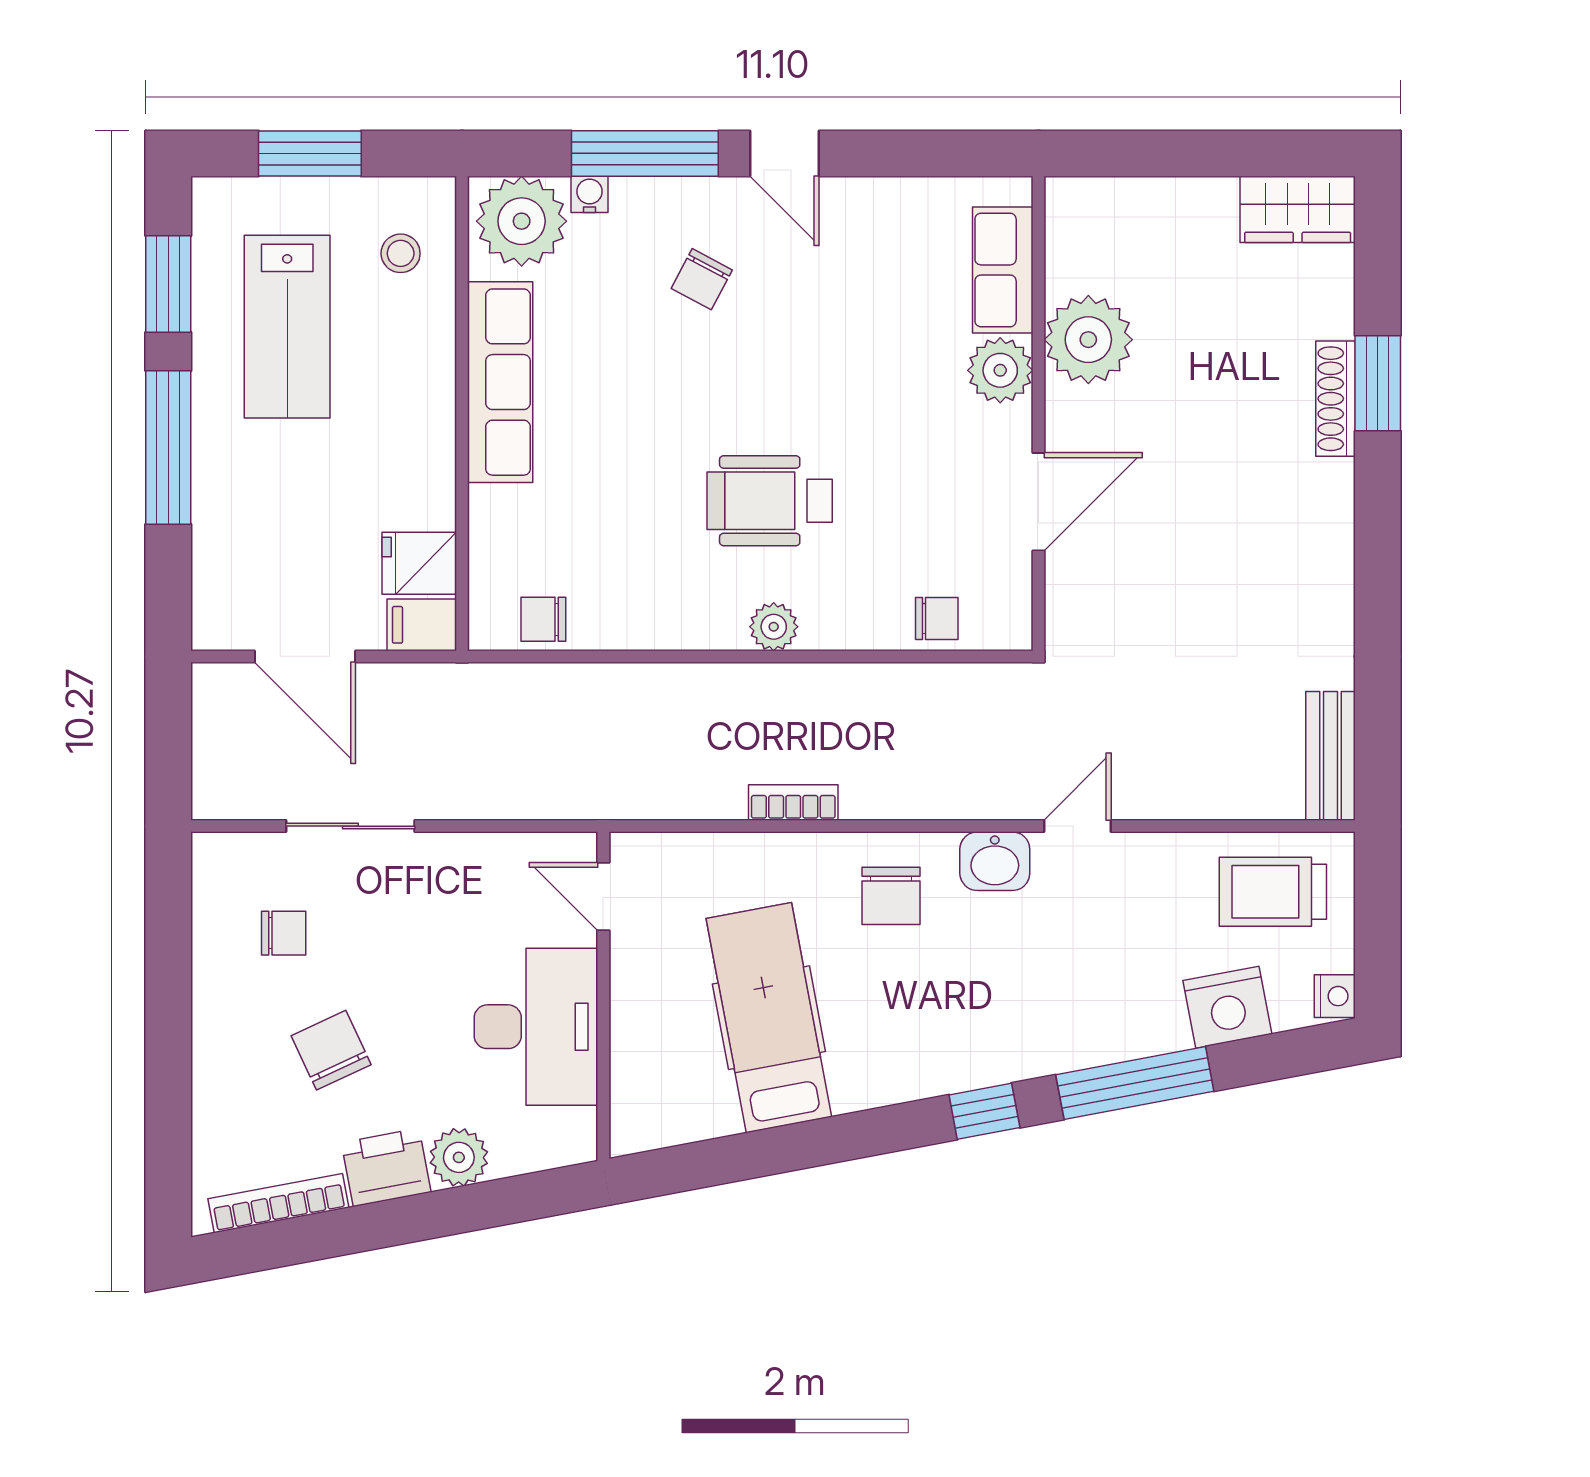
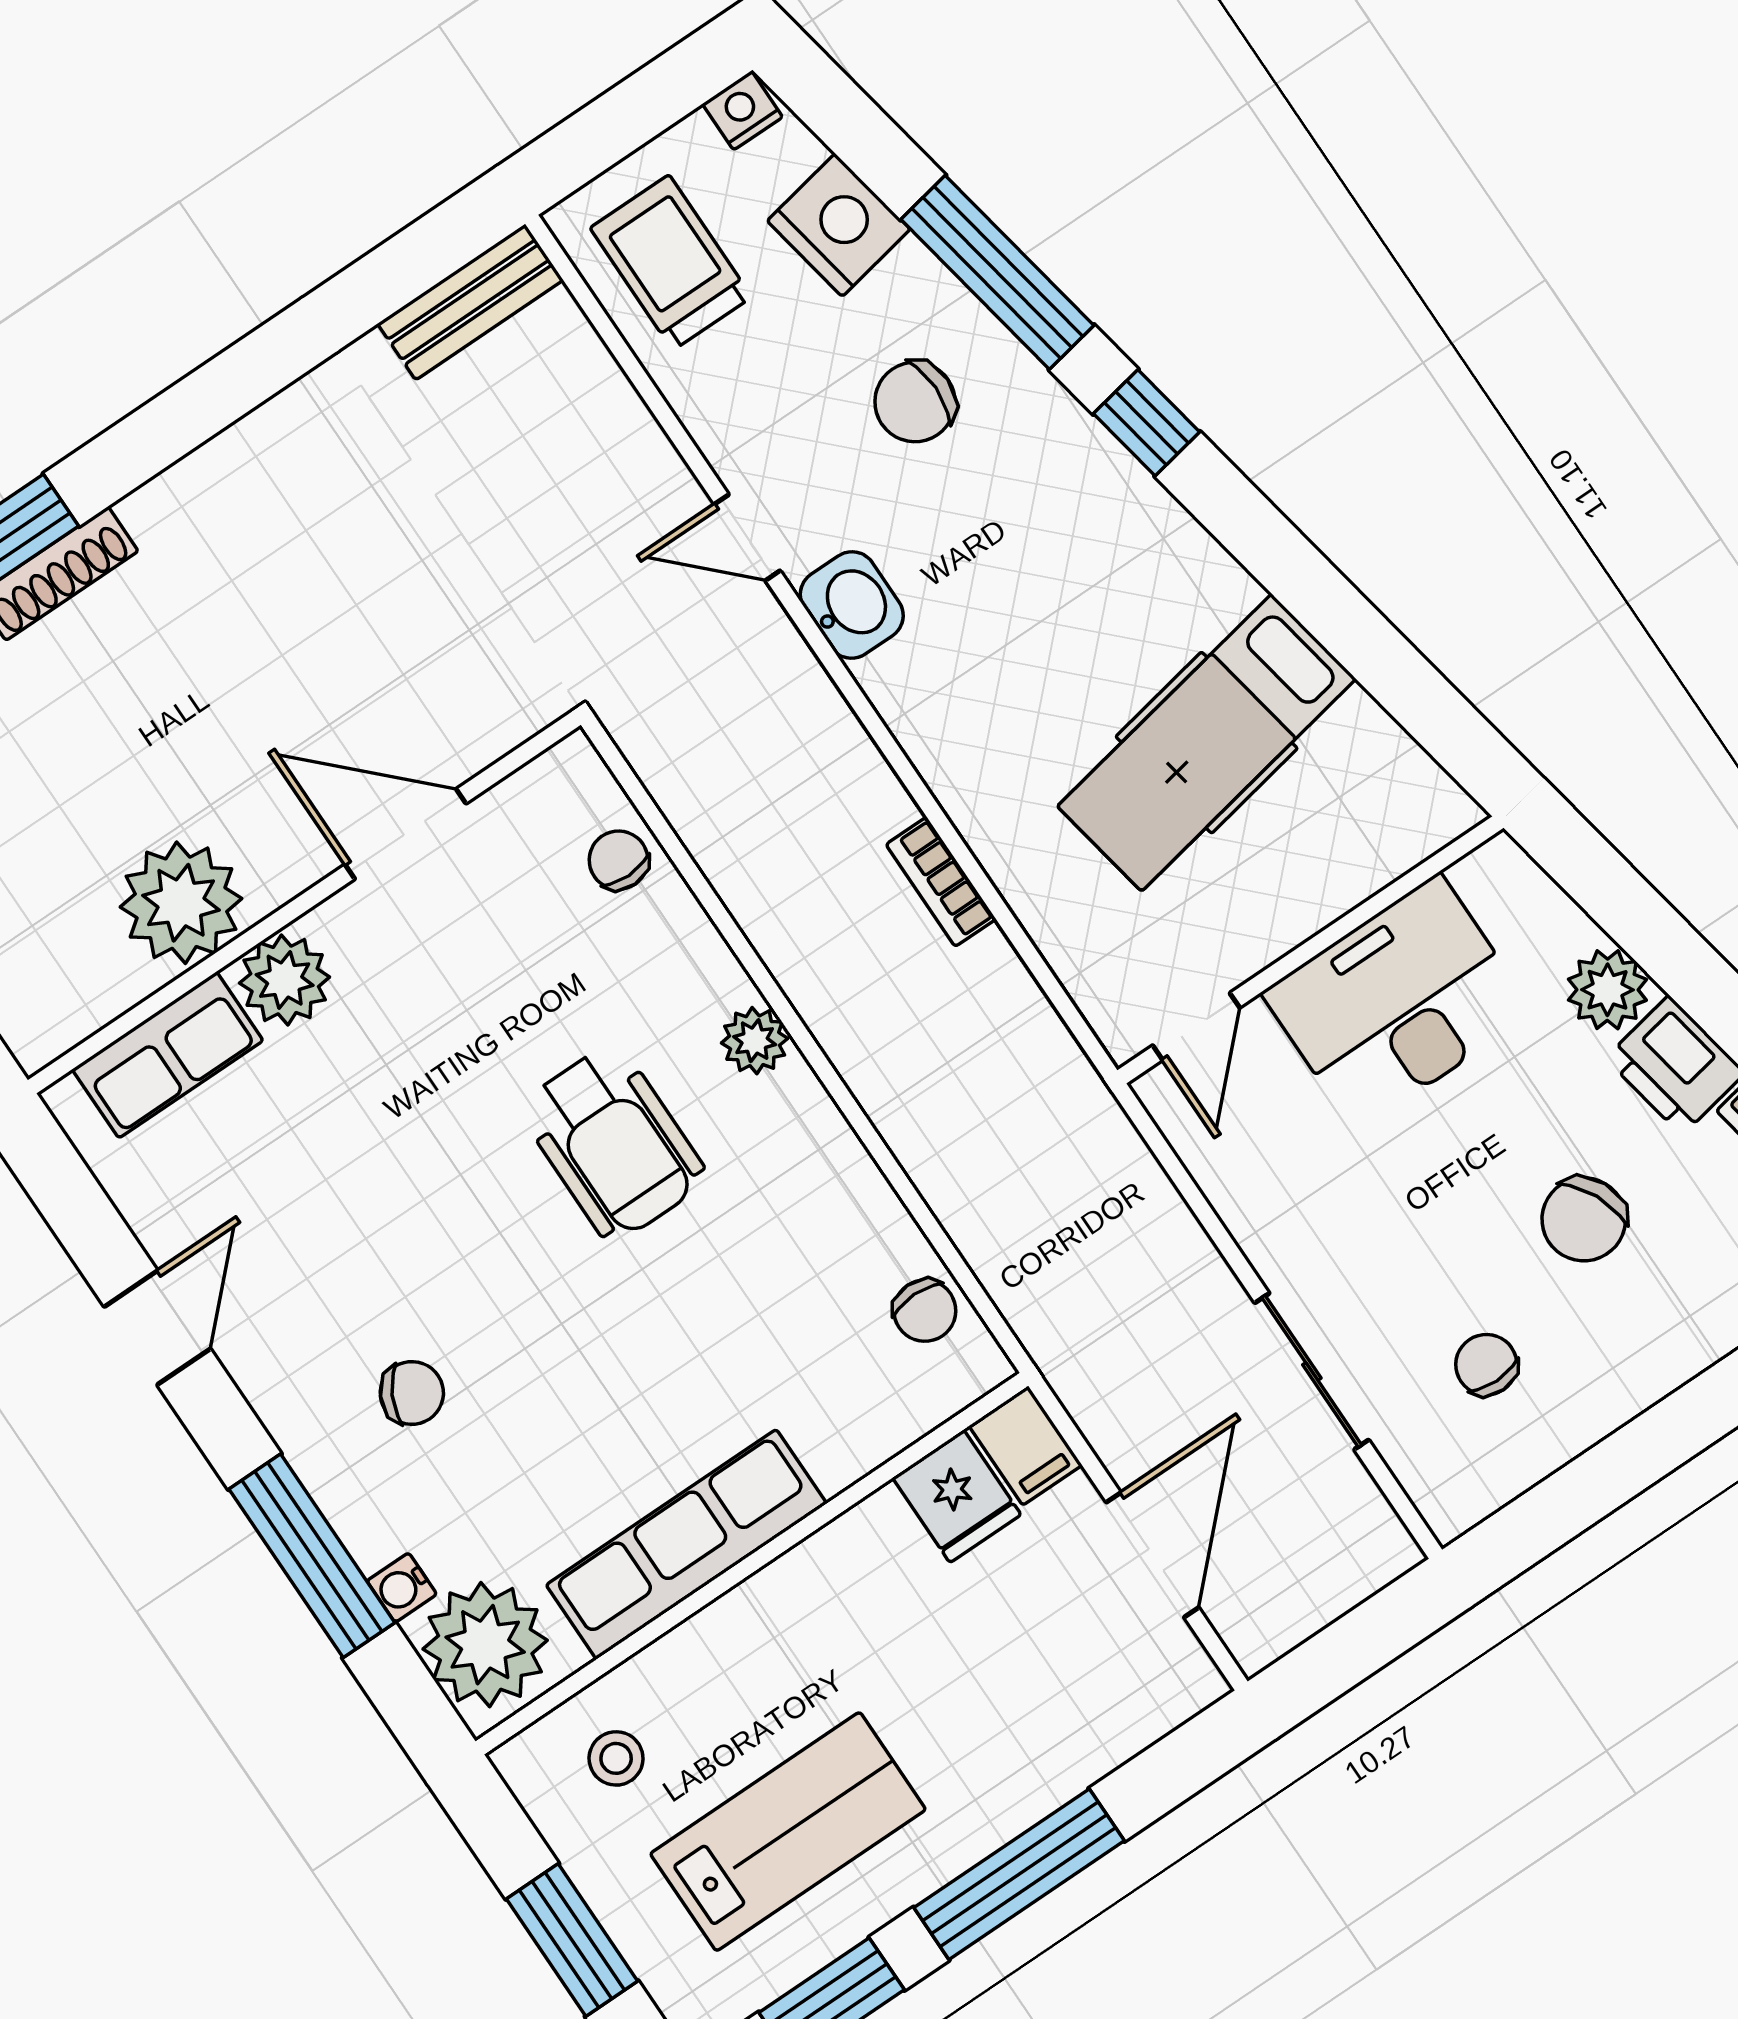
door: (784, 153) -> (157, 1328), moved
trolley: (1273, 892) -> (671, 262), turned 180
chair: (891, 896) -> (915, 402), moved, turned 180

